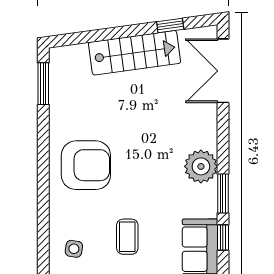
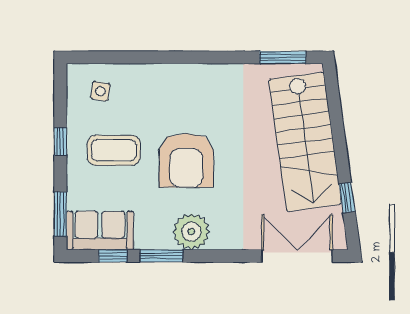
stairs: (135, 53) -> (305, 142), width x1.36, depth x1.51
armchair: (86, 165) -> (186, 160), moved
coffee table: (127, 237) -> (114, 150), width x1.36, depth x1.30

